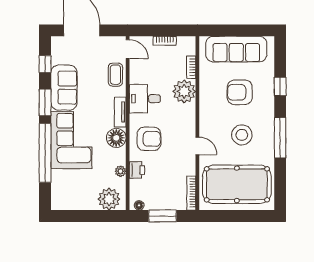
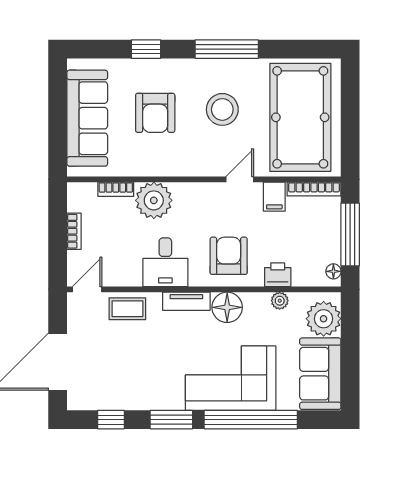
sofa: (64, 88) -> (320, 374), moved, turned -90
filing cabinet: (186, 168) -> (274, 197), added
window: (162, 216) -> (350, 235), width x1.44

